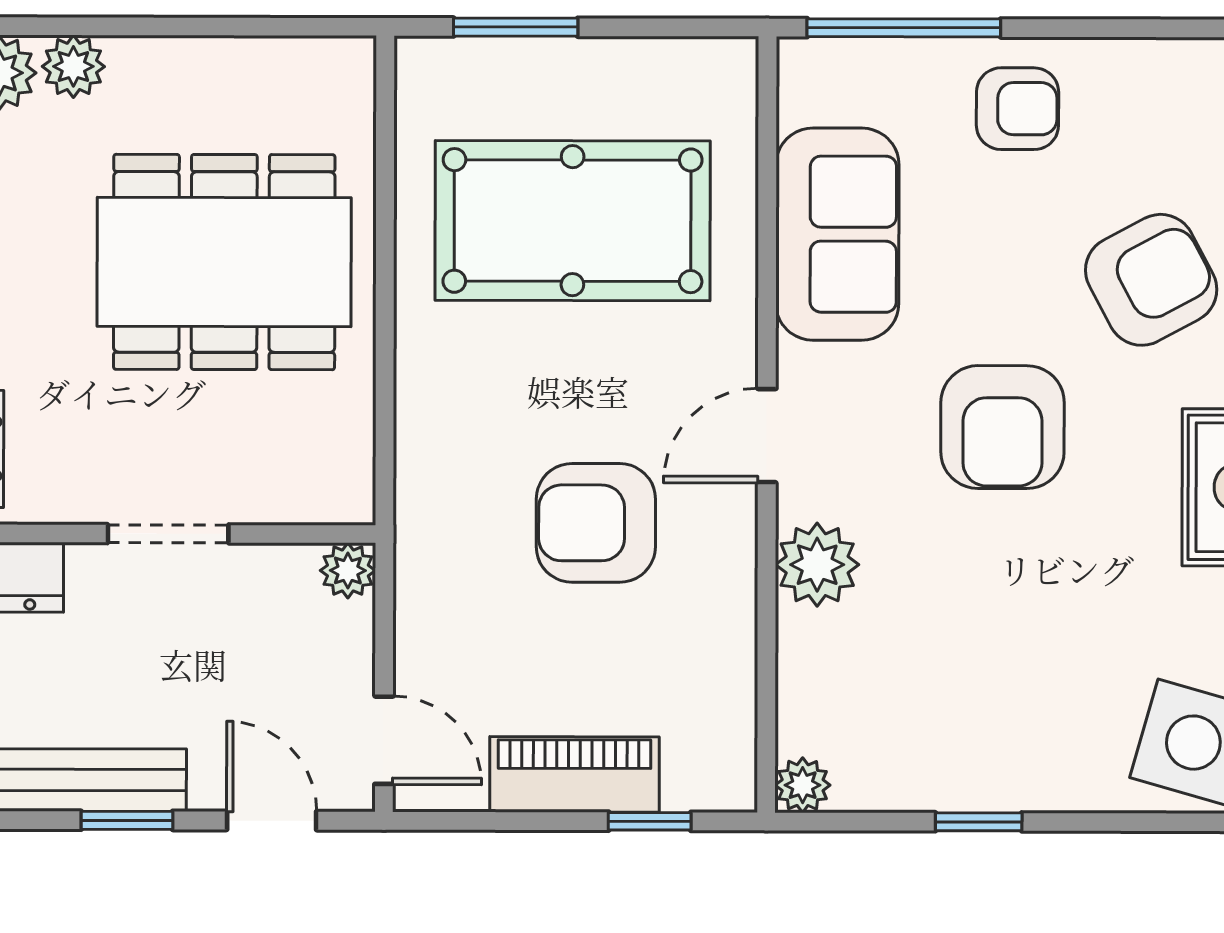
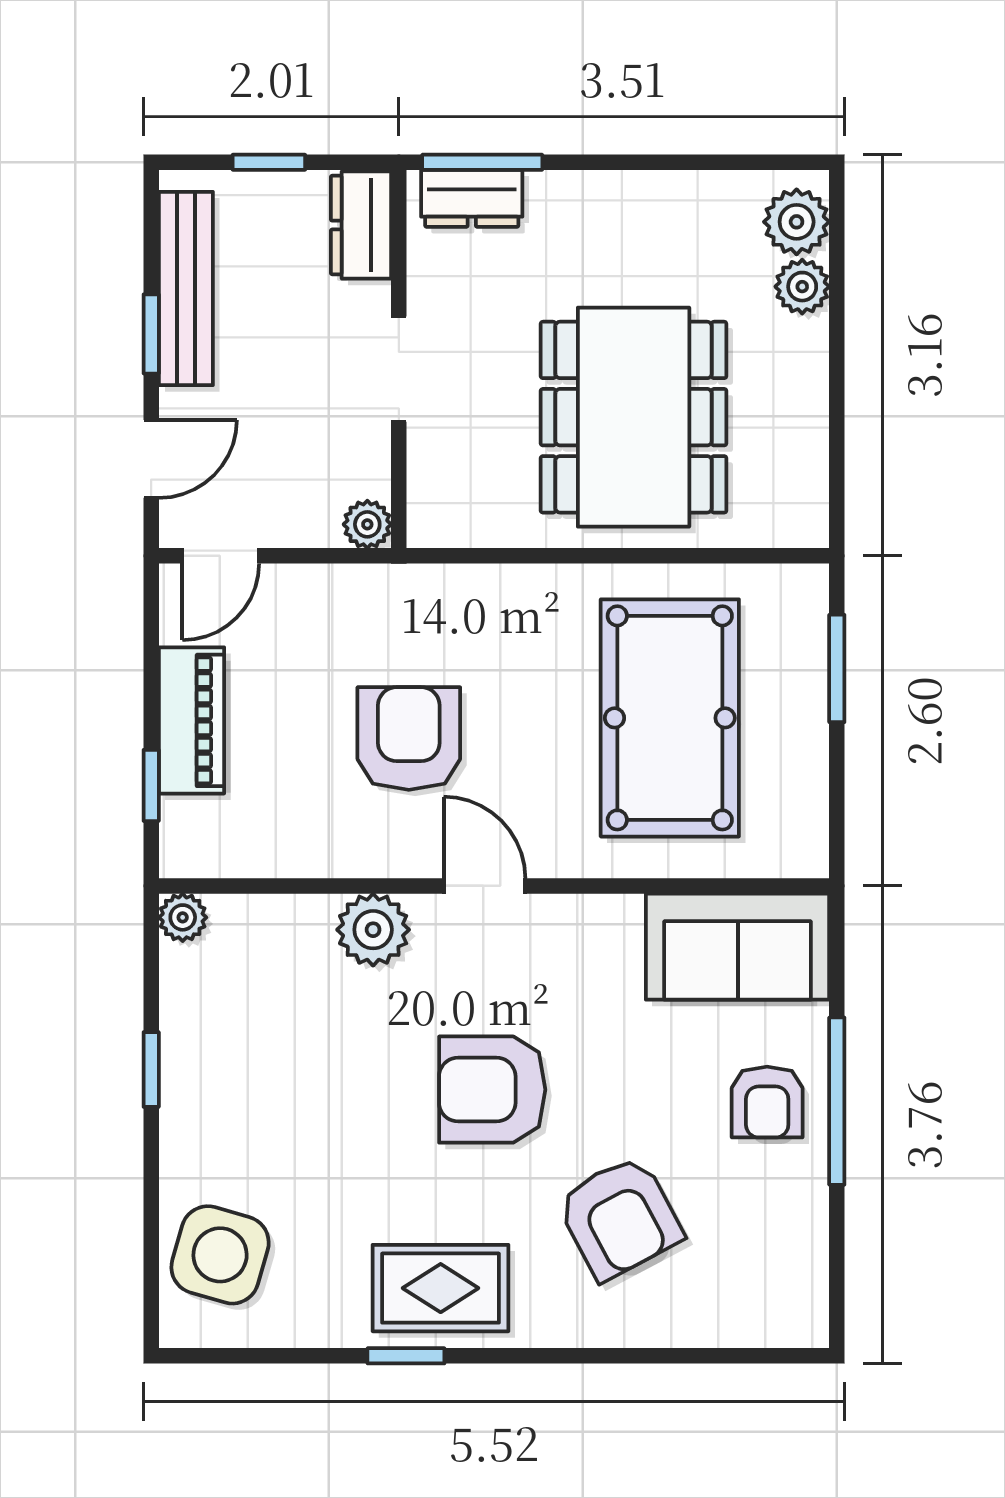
window: (904, 28) -> (837, 1101), moved
sofa: (837, 234) -> (738, 947), moved

